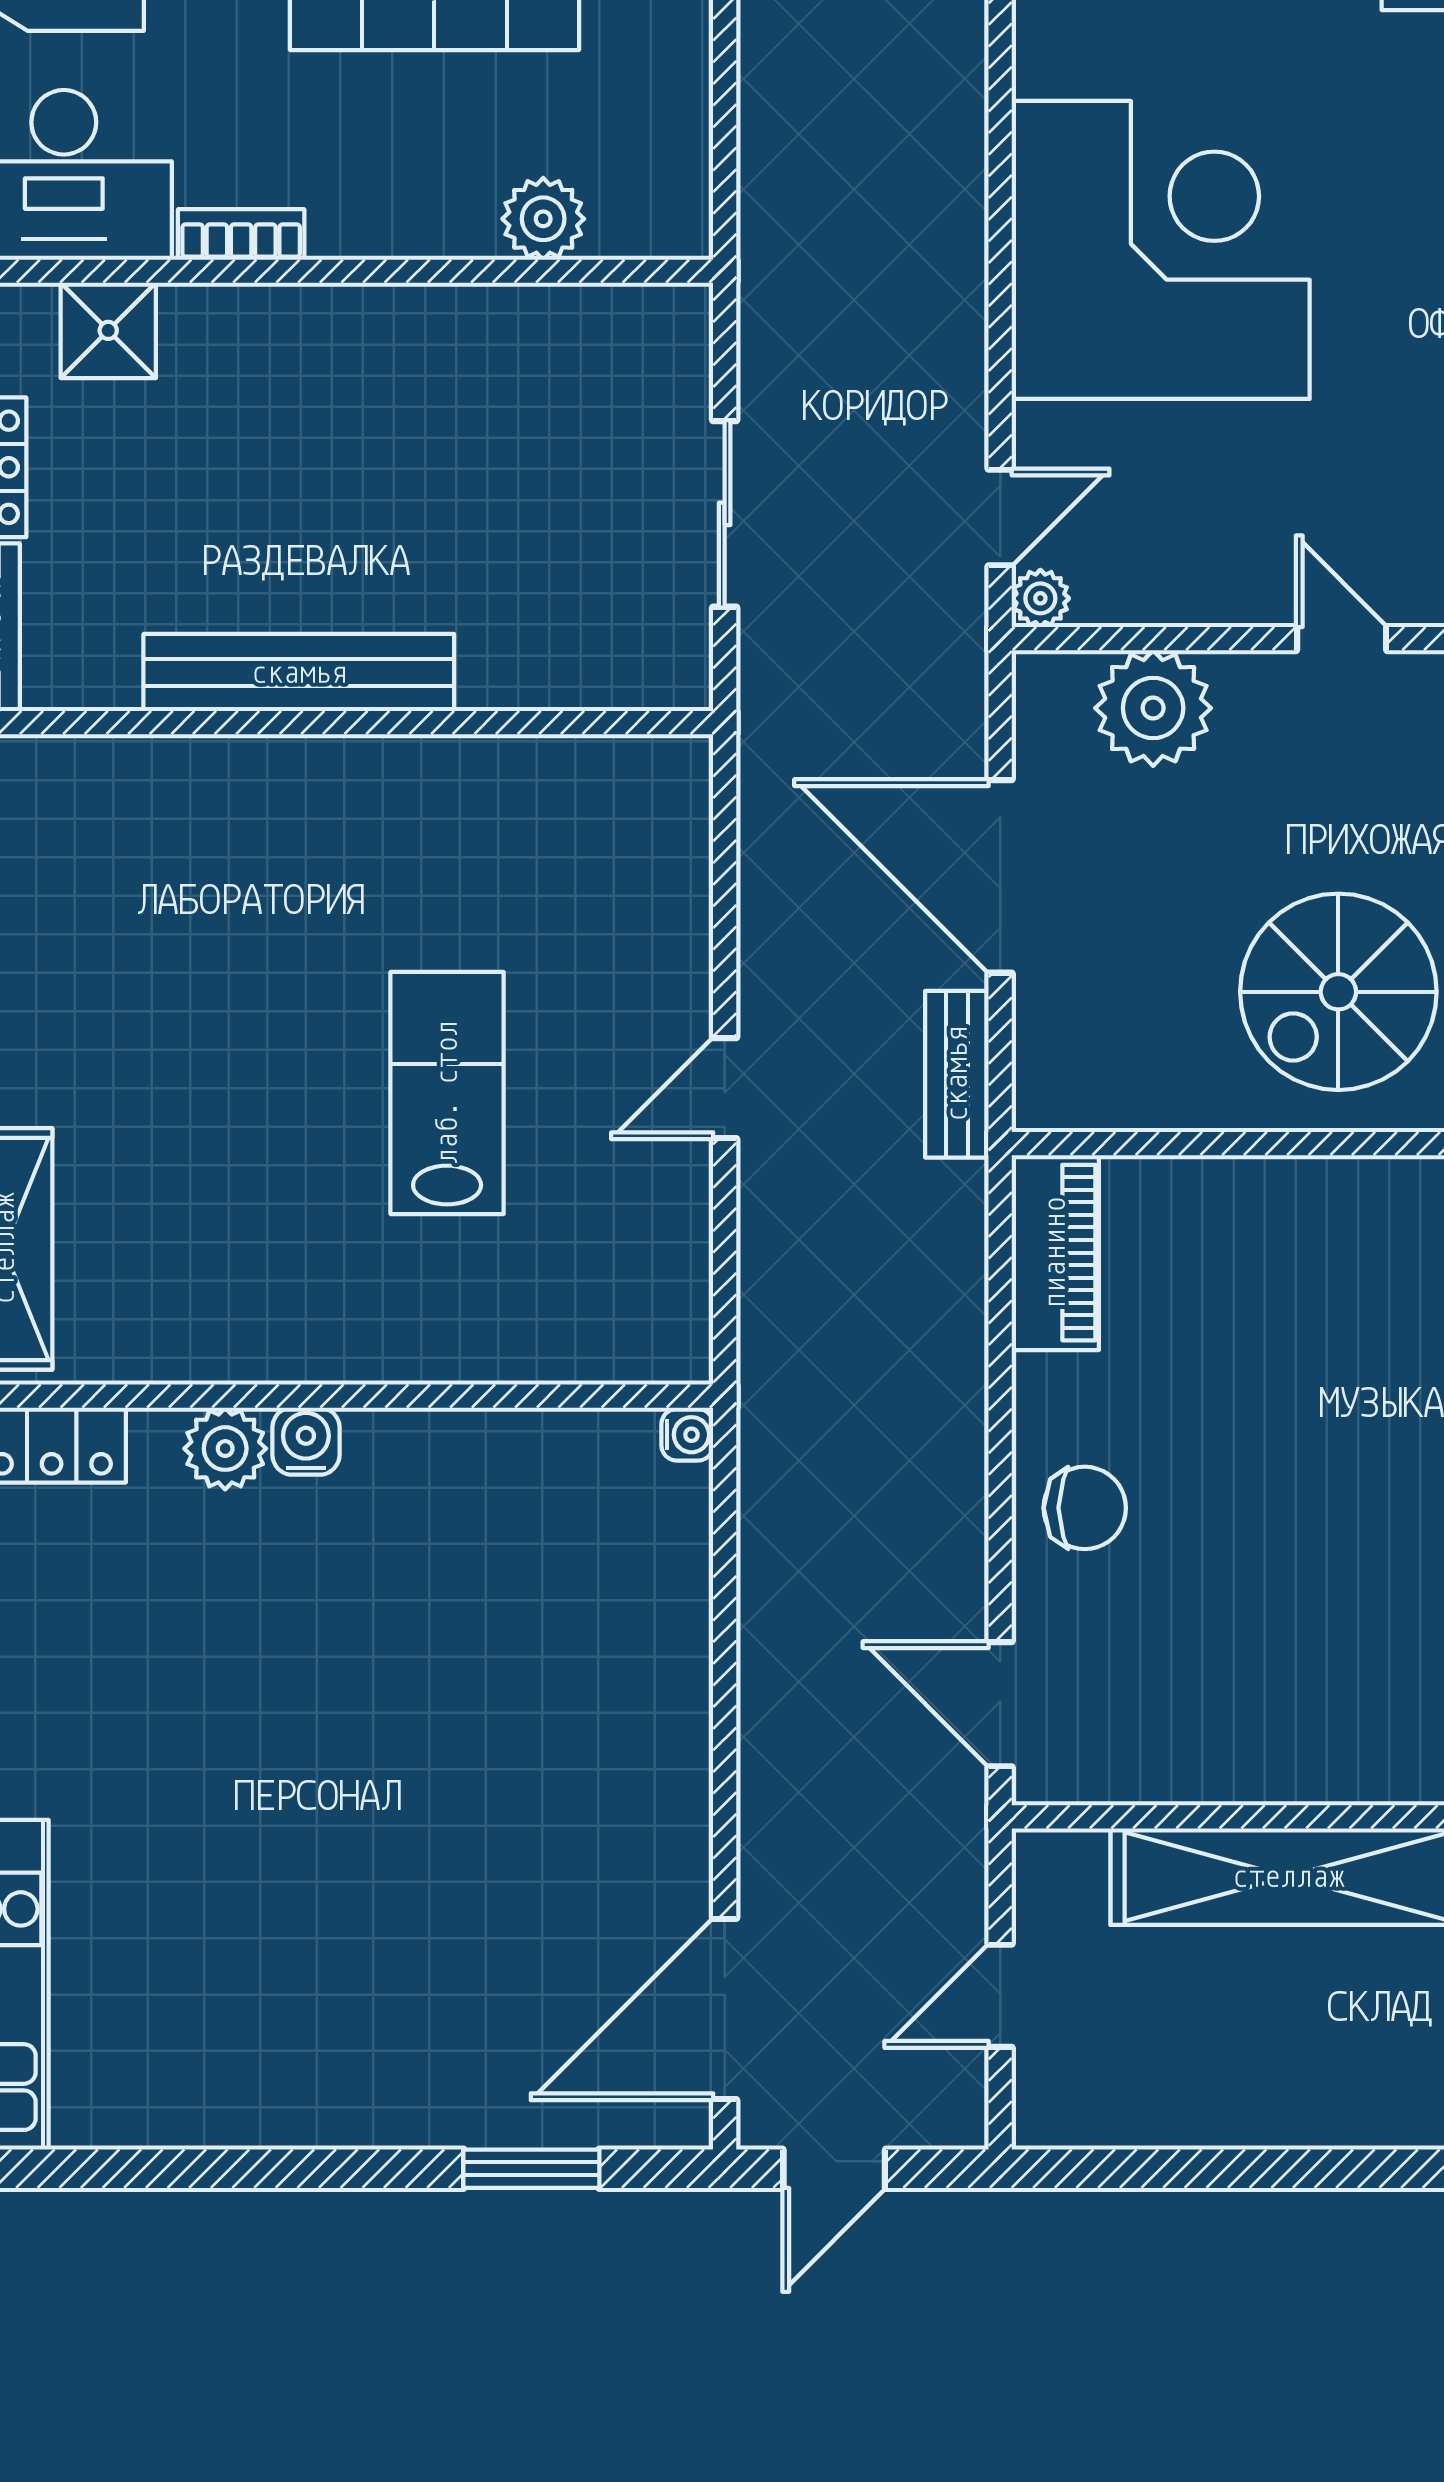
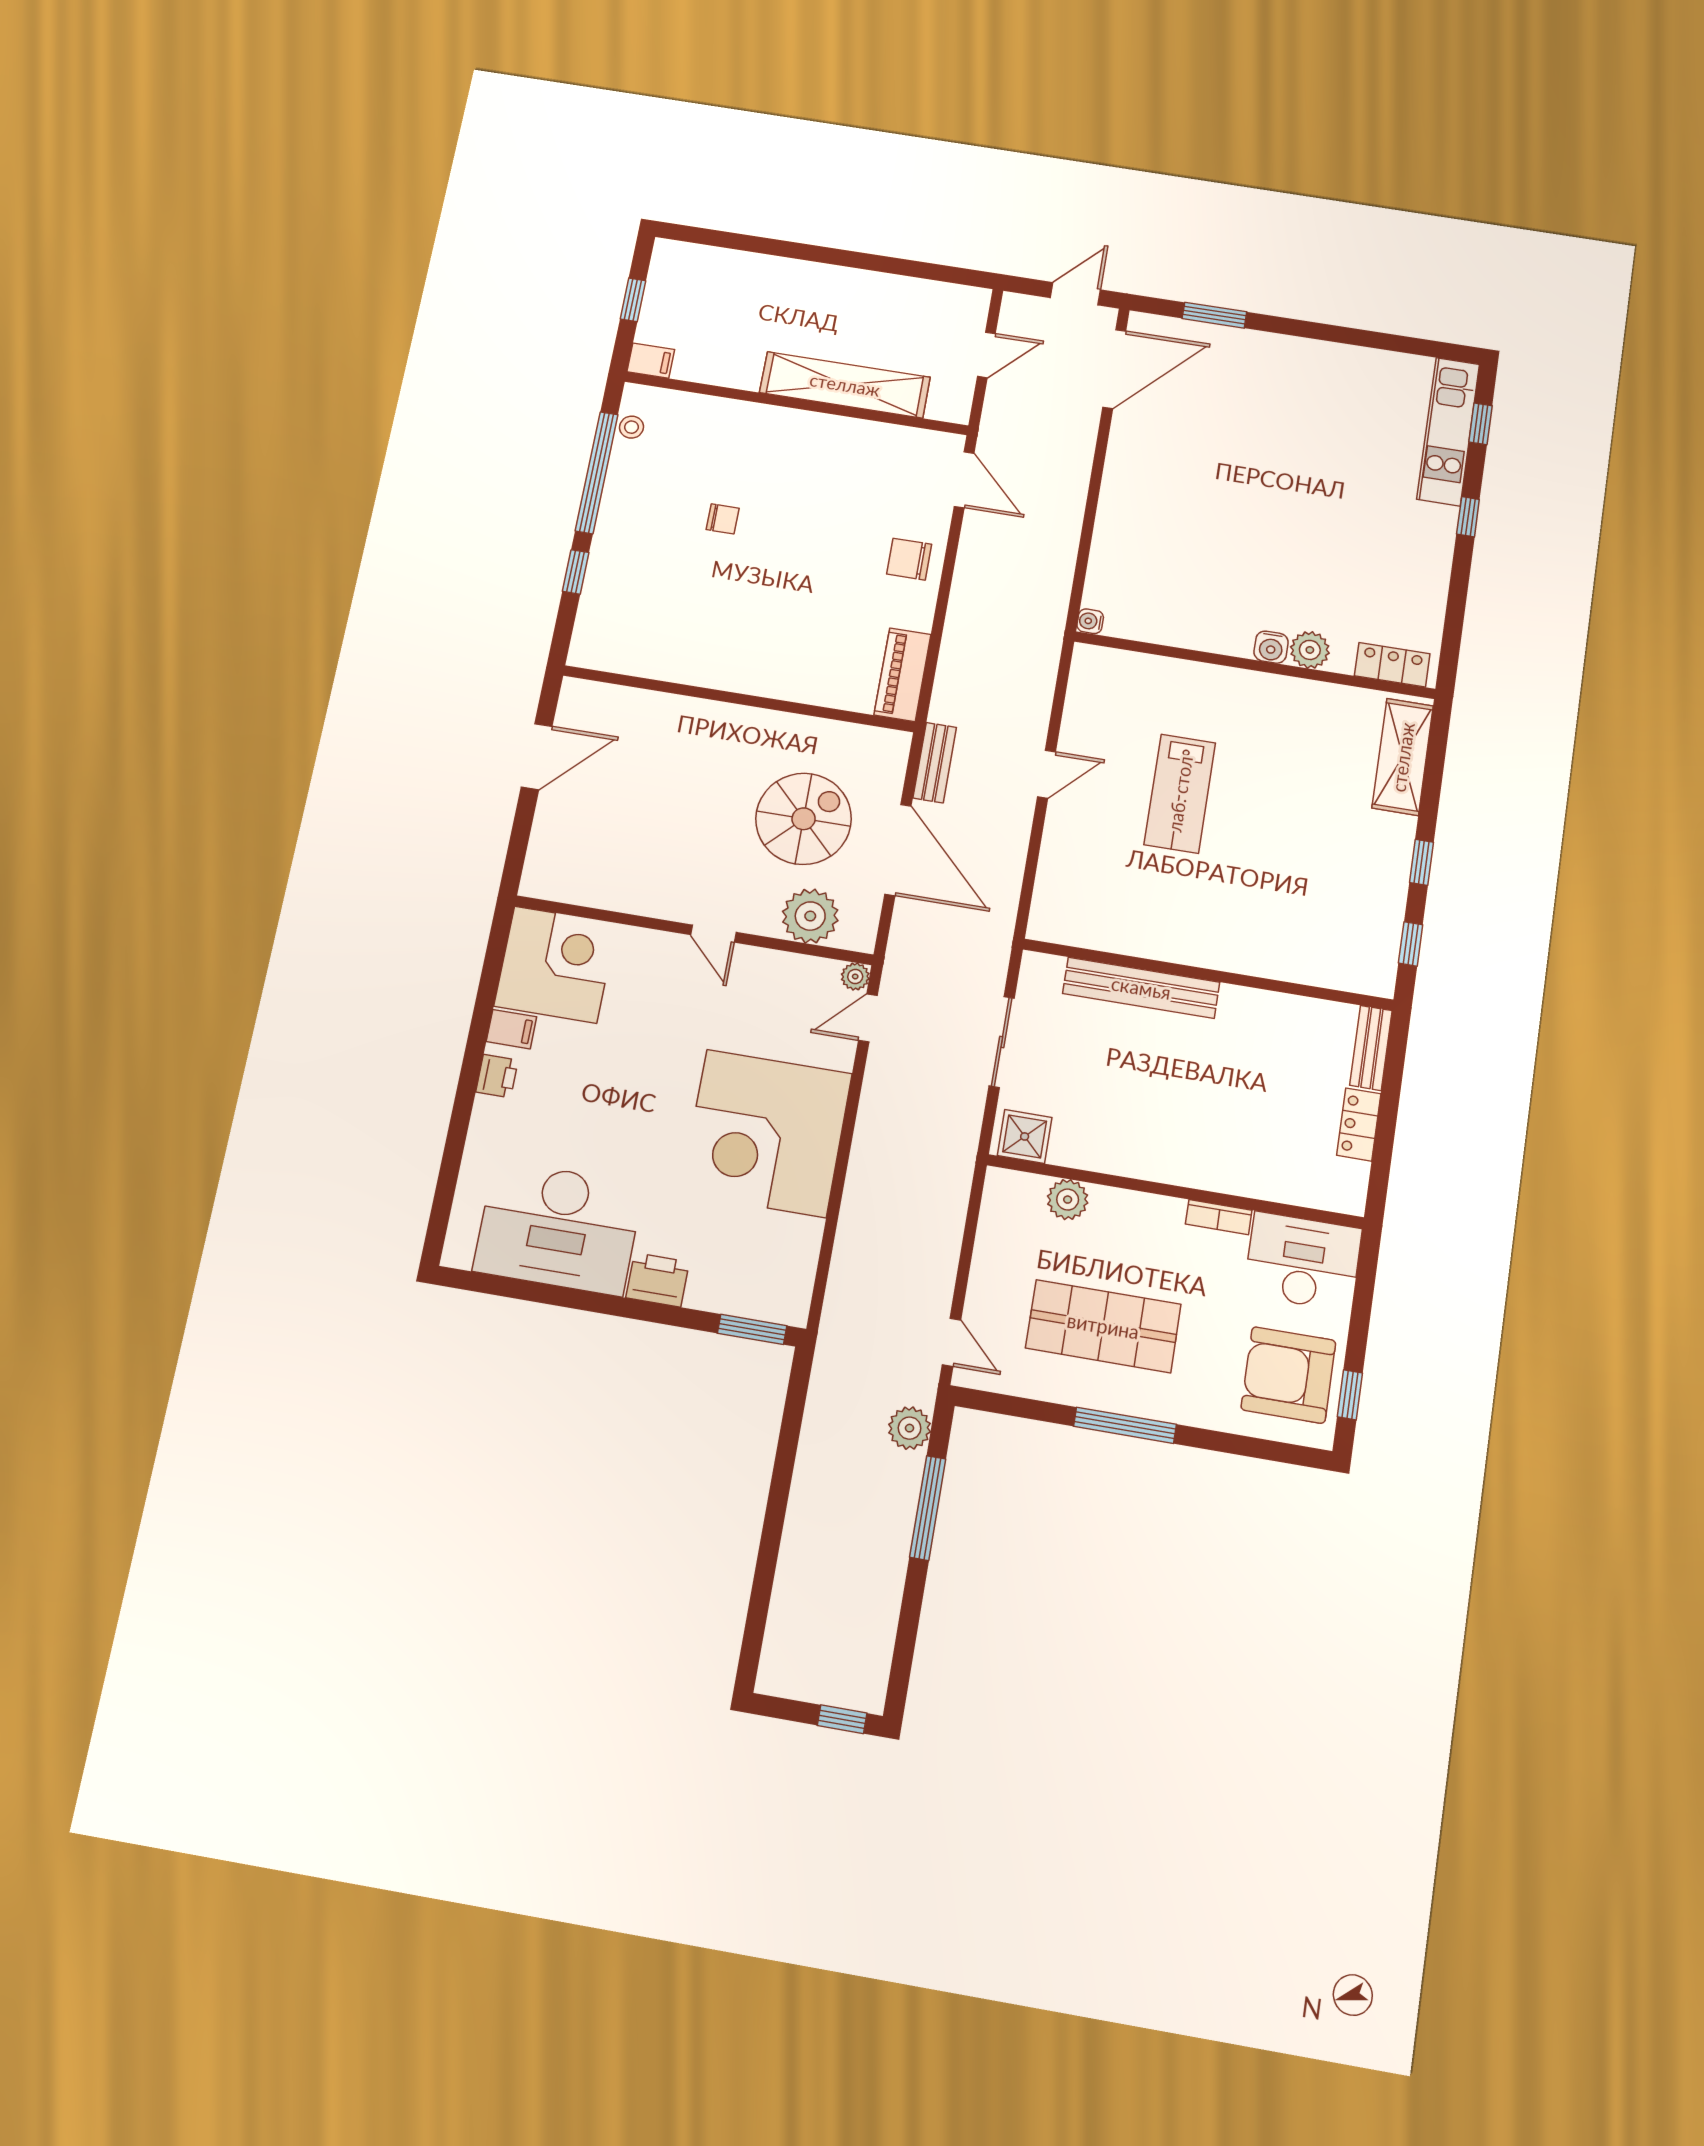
shower: (108, 330) -> (1025, 1136), moved
bench: (299, 673) -> (1141, 988), moved
spiral stairs: (1338, 992) -> (804, 819), moved

